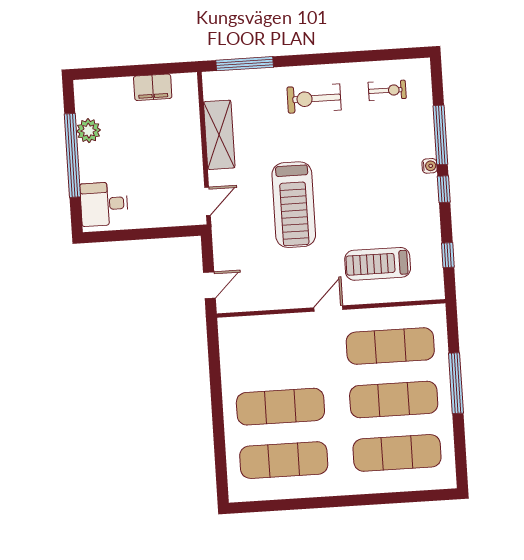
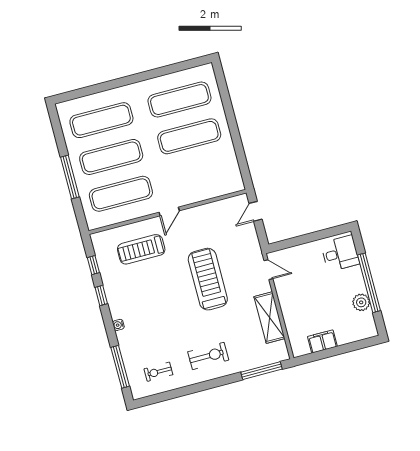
window: (440, 135) -> (120, 367), moved
window: (444, 189) -> (101, 295), moved
door: (207, 201) -> (268, 270), swing flipped
treadmill: (378, 264) -> (141, 249), turned 180

